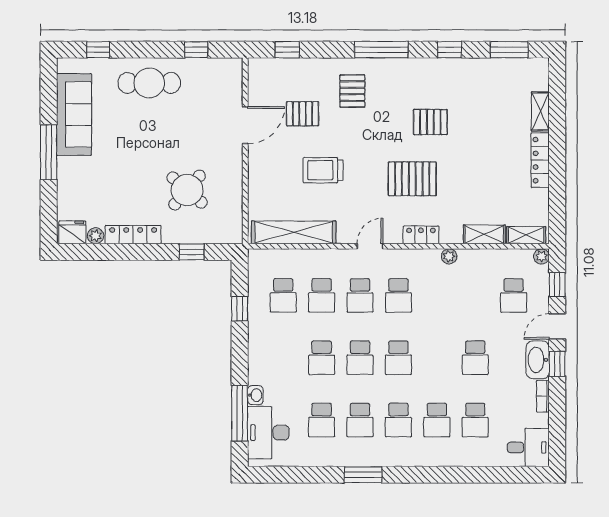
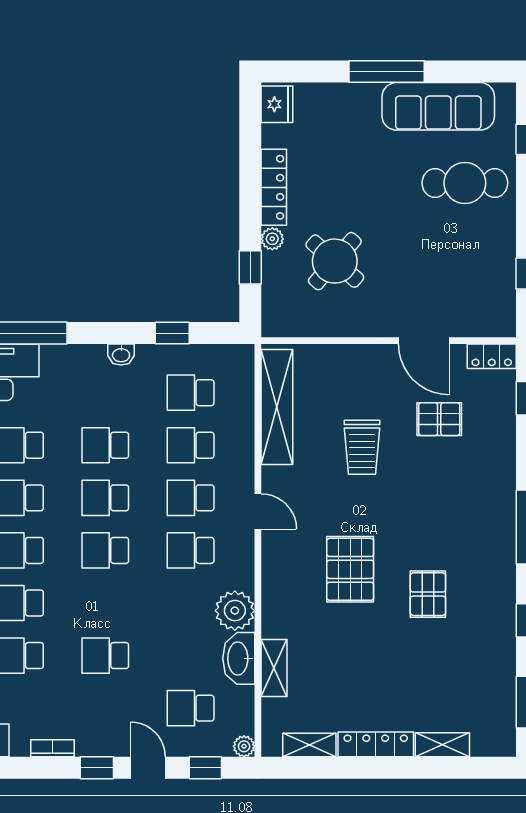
cafe table: (149, 83) -> (465, 183), moved, turned 90
pallet: (352, 91) -> (470, 487), removed
pallet: (303, 114) -> (439, 419), turned 90
trolley: (323, 170) -> (362, 447), turned 180
locker: (421, 235) -> (492, 356), moved, turned 90
shelving: (526, 235) -> (309, 745), moved, turned 90
plant: (96, 236) -> (272, 239), moved
plant: (449, 256) -> (235, 611), width x1.88, depth x1.88
washbasin: (538, 360) -> (239, 658), moved, turned -90
washbasin: (255, 395) -> (121, 355), moved

